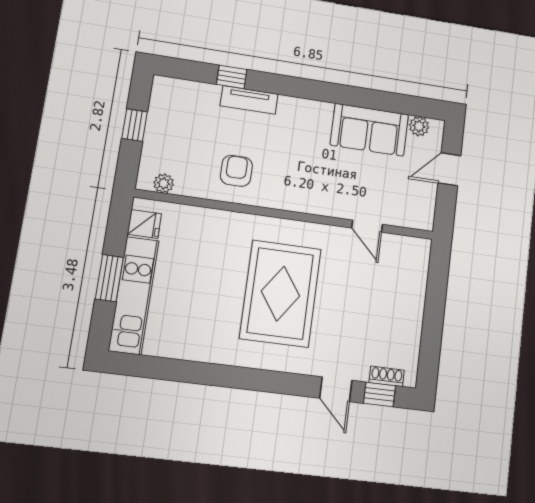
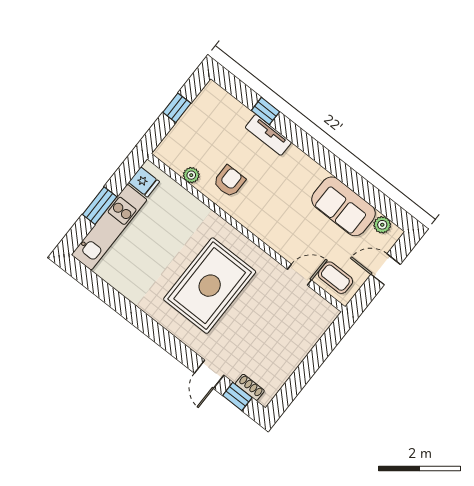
plant: (164, 183) -> (191, 175), moved
coffee table: (405, 207) -> (335, 278), added
door: (367, 226) -> (299, 275), swing flipped

